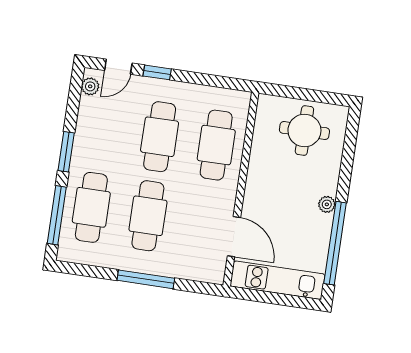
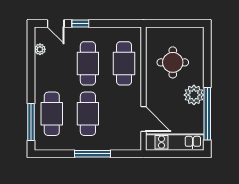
door: (118, 67) -> (56, 23), hinge flipped
plant: (90, 86) -> (40, 49), moved
round table: (304, 130) -> (173, 62), moved
window: (66, 152) -> (31, 81), removed
plant: (327, 204) -> (194, 95), width x1.88, depth x1.88

